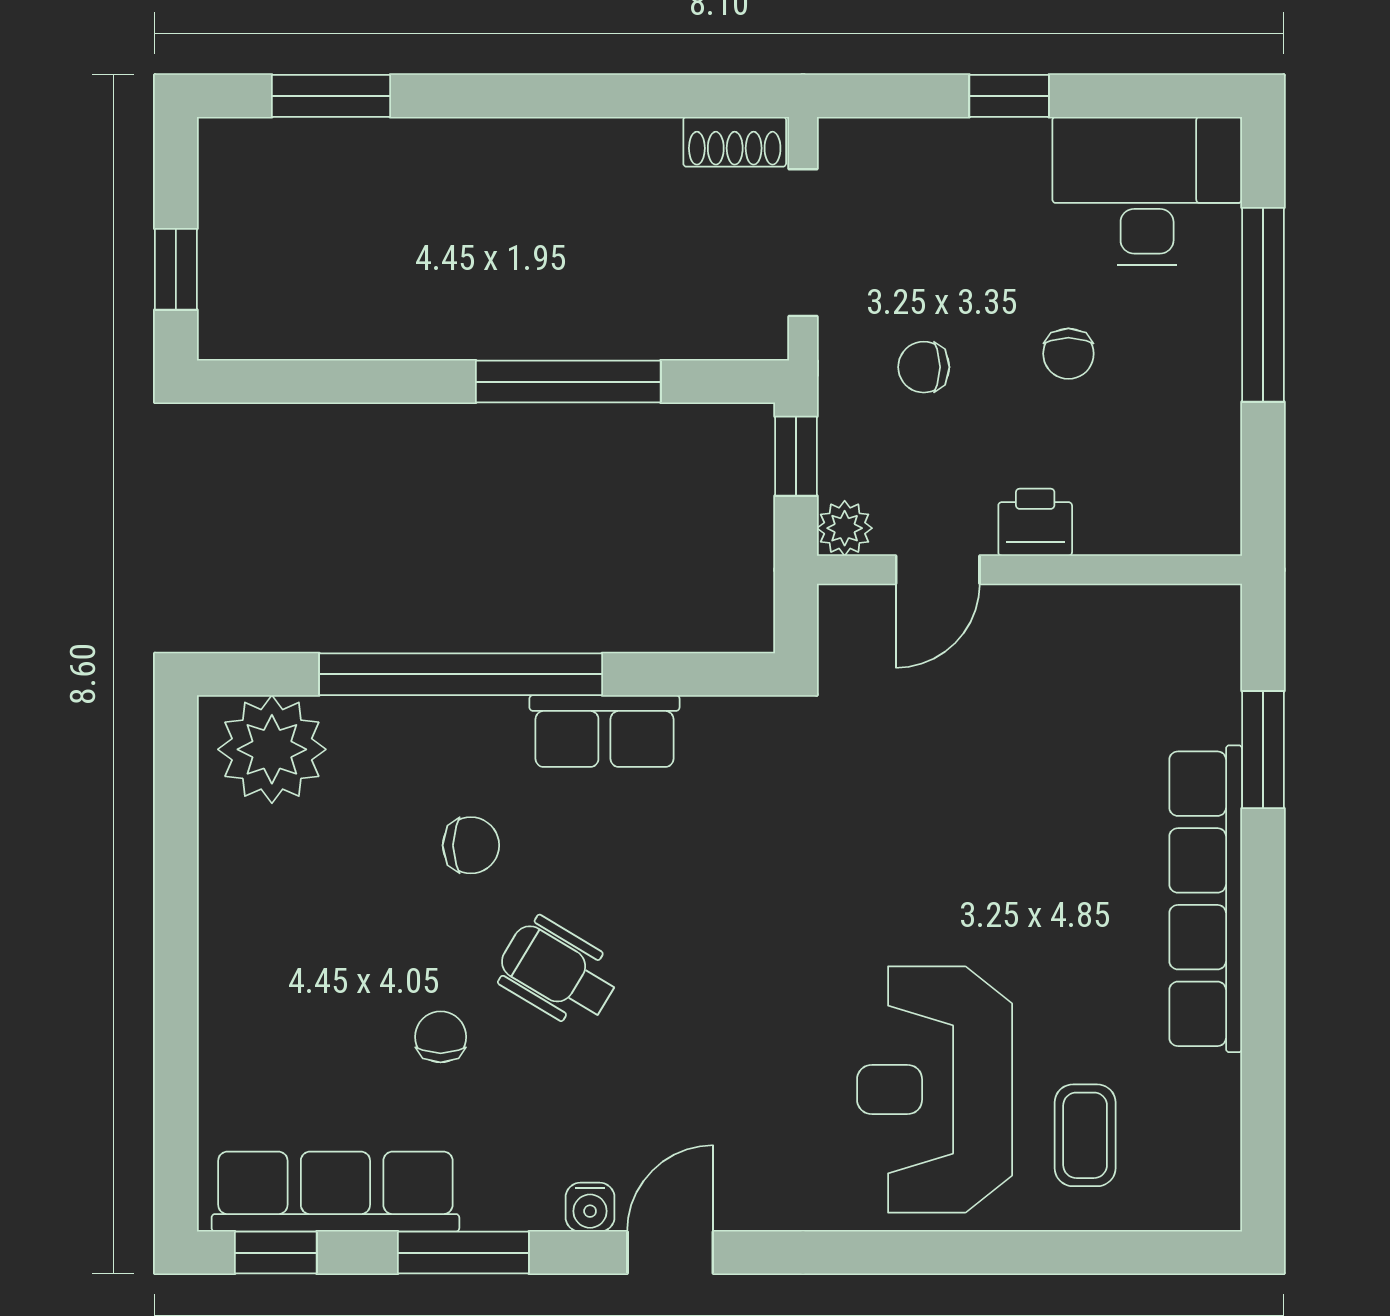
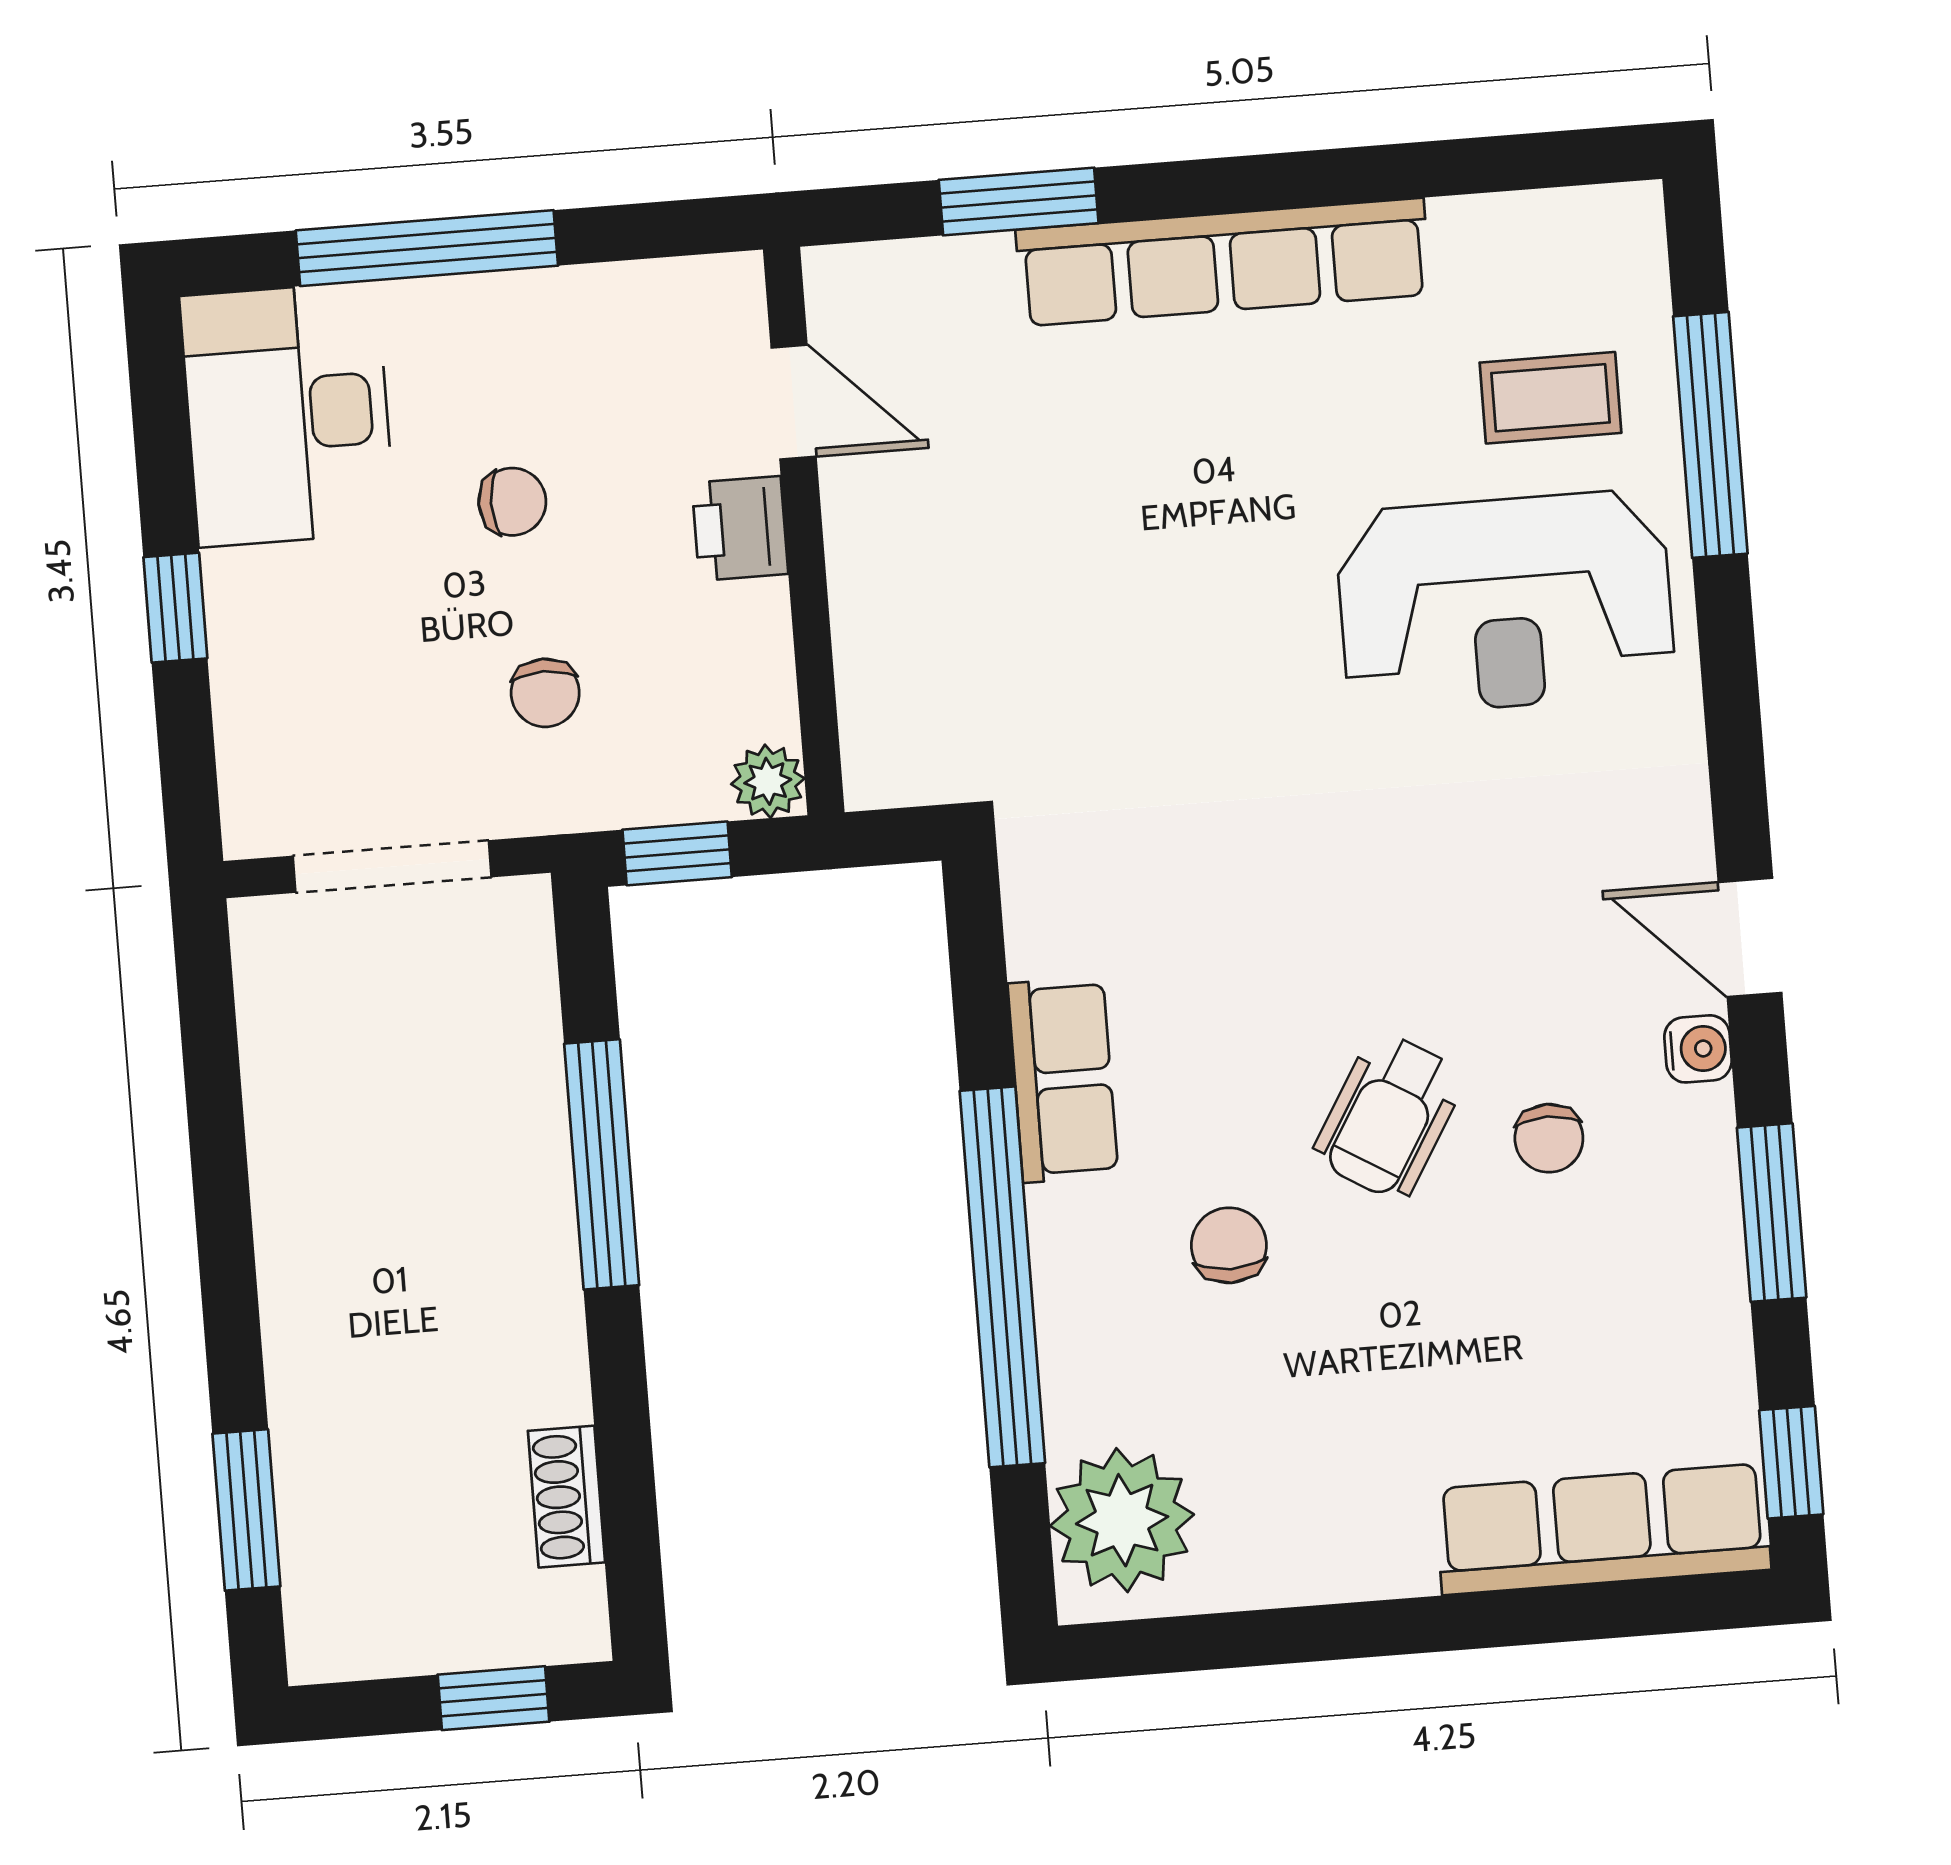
shoe rack: (735, 142) -> (566, 1497), moved, turned 180
door: (938, 570) -> (794, 402), moved
chair: (441, 1037) -> (1549, 1138), moved, turned -90
row of seats: (335, 1192) -> (1603, 1529), moved, turned 90
window: (1048, 1253) -> (1710, 435), added

